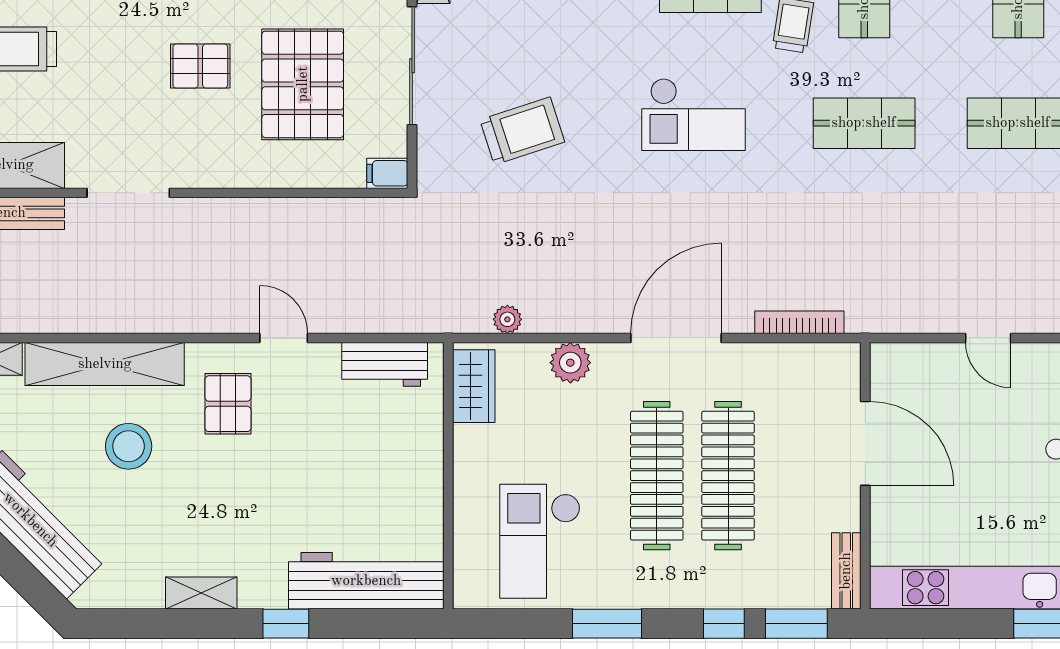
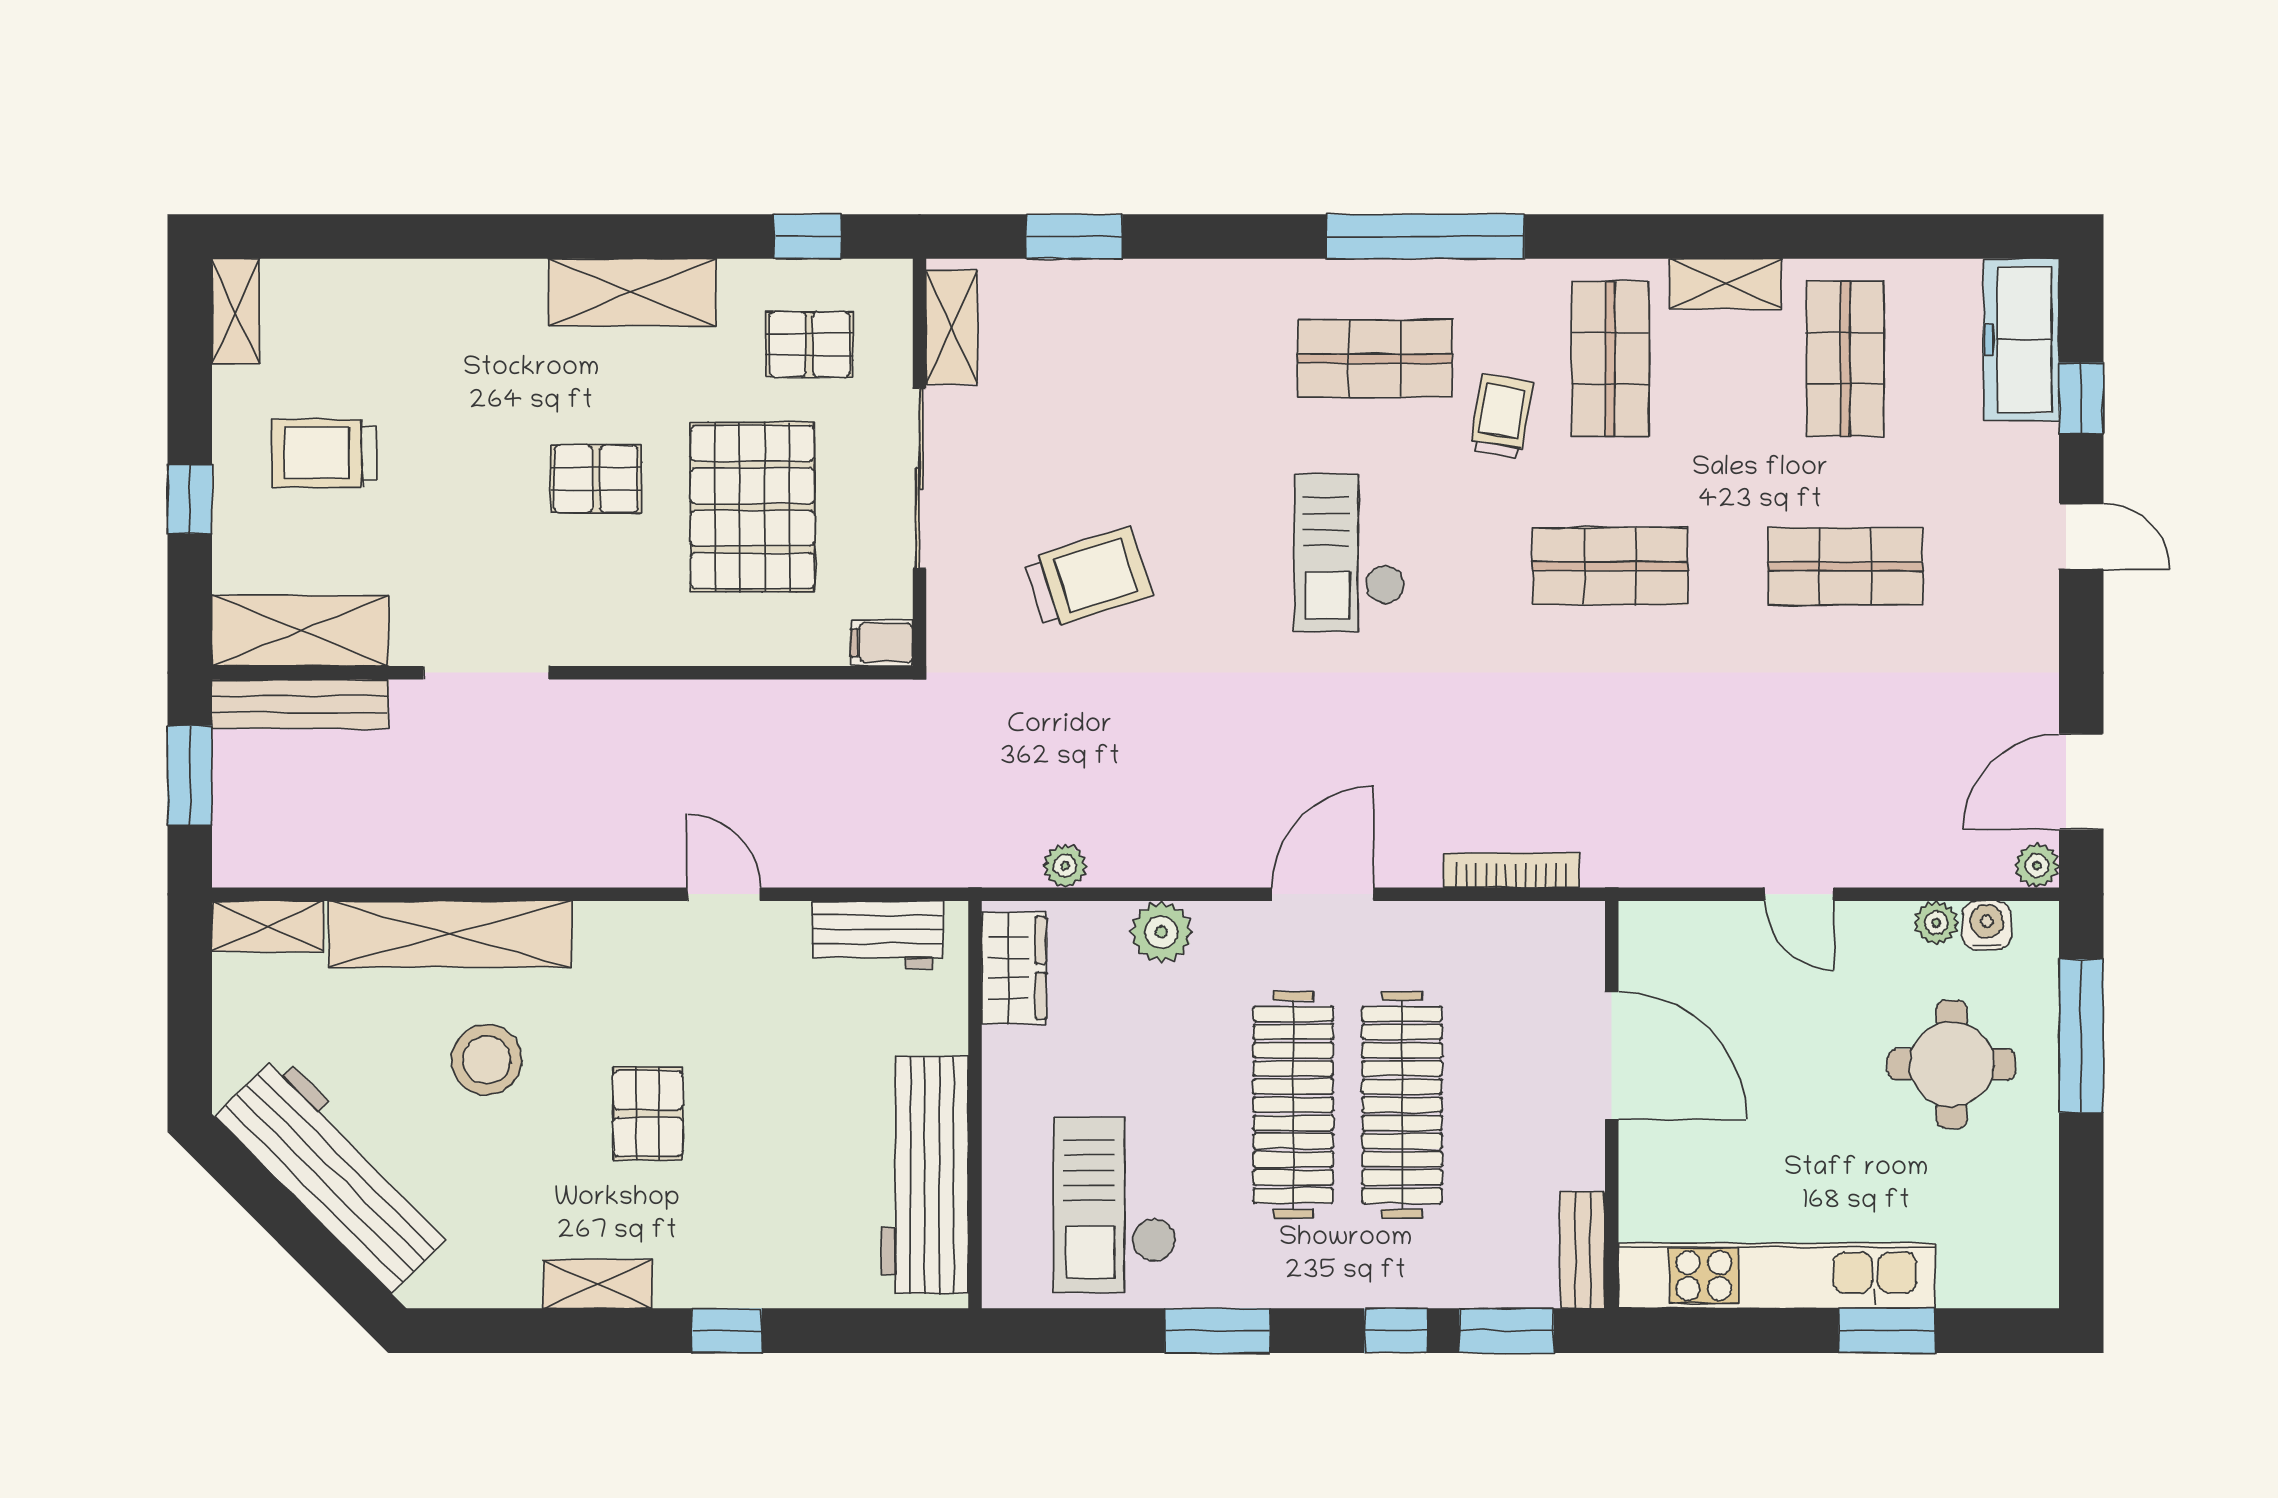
checkout: (694, 114) -> (1349, 553), turned 90
door: (676, 338) -> (1323, 894), width x0.73
pallet: (228, 404) -> (648, 1113), moved
workbench: (366, 581) -> (925, 1175), moved, turned -90

